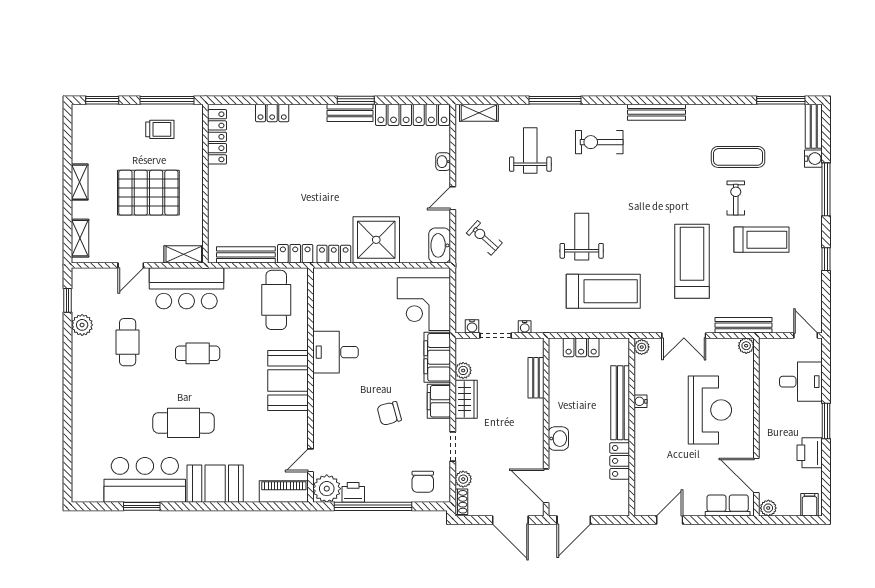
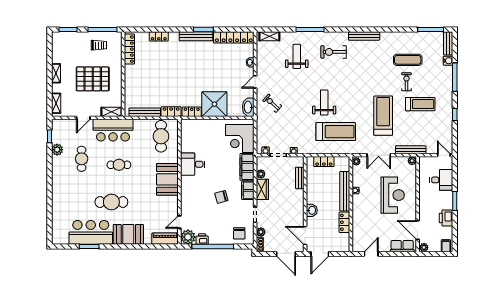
bench: (350, 113) -> (196, 36), width x1.36

